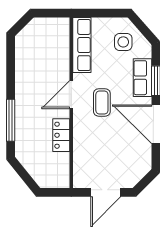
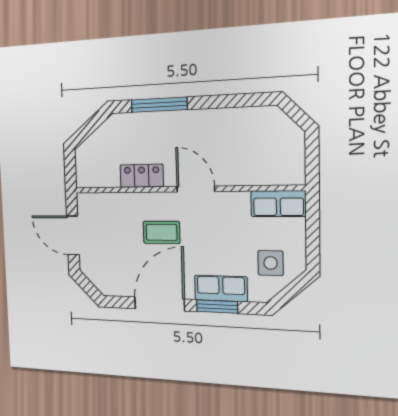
row of seats: (82, 45) -> (278, 204), width x0.68
coffee table: (102, 102) -> (161, 232), moved

